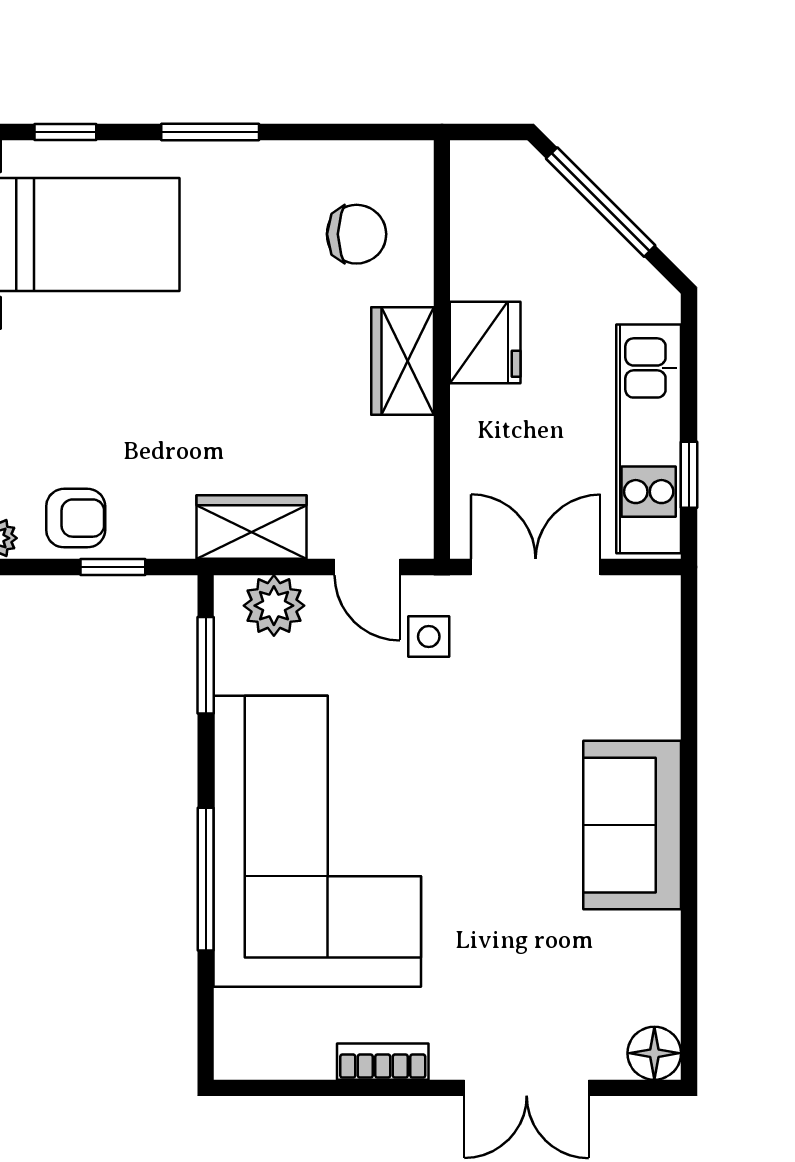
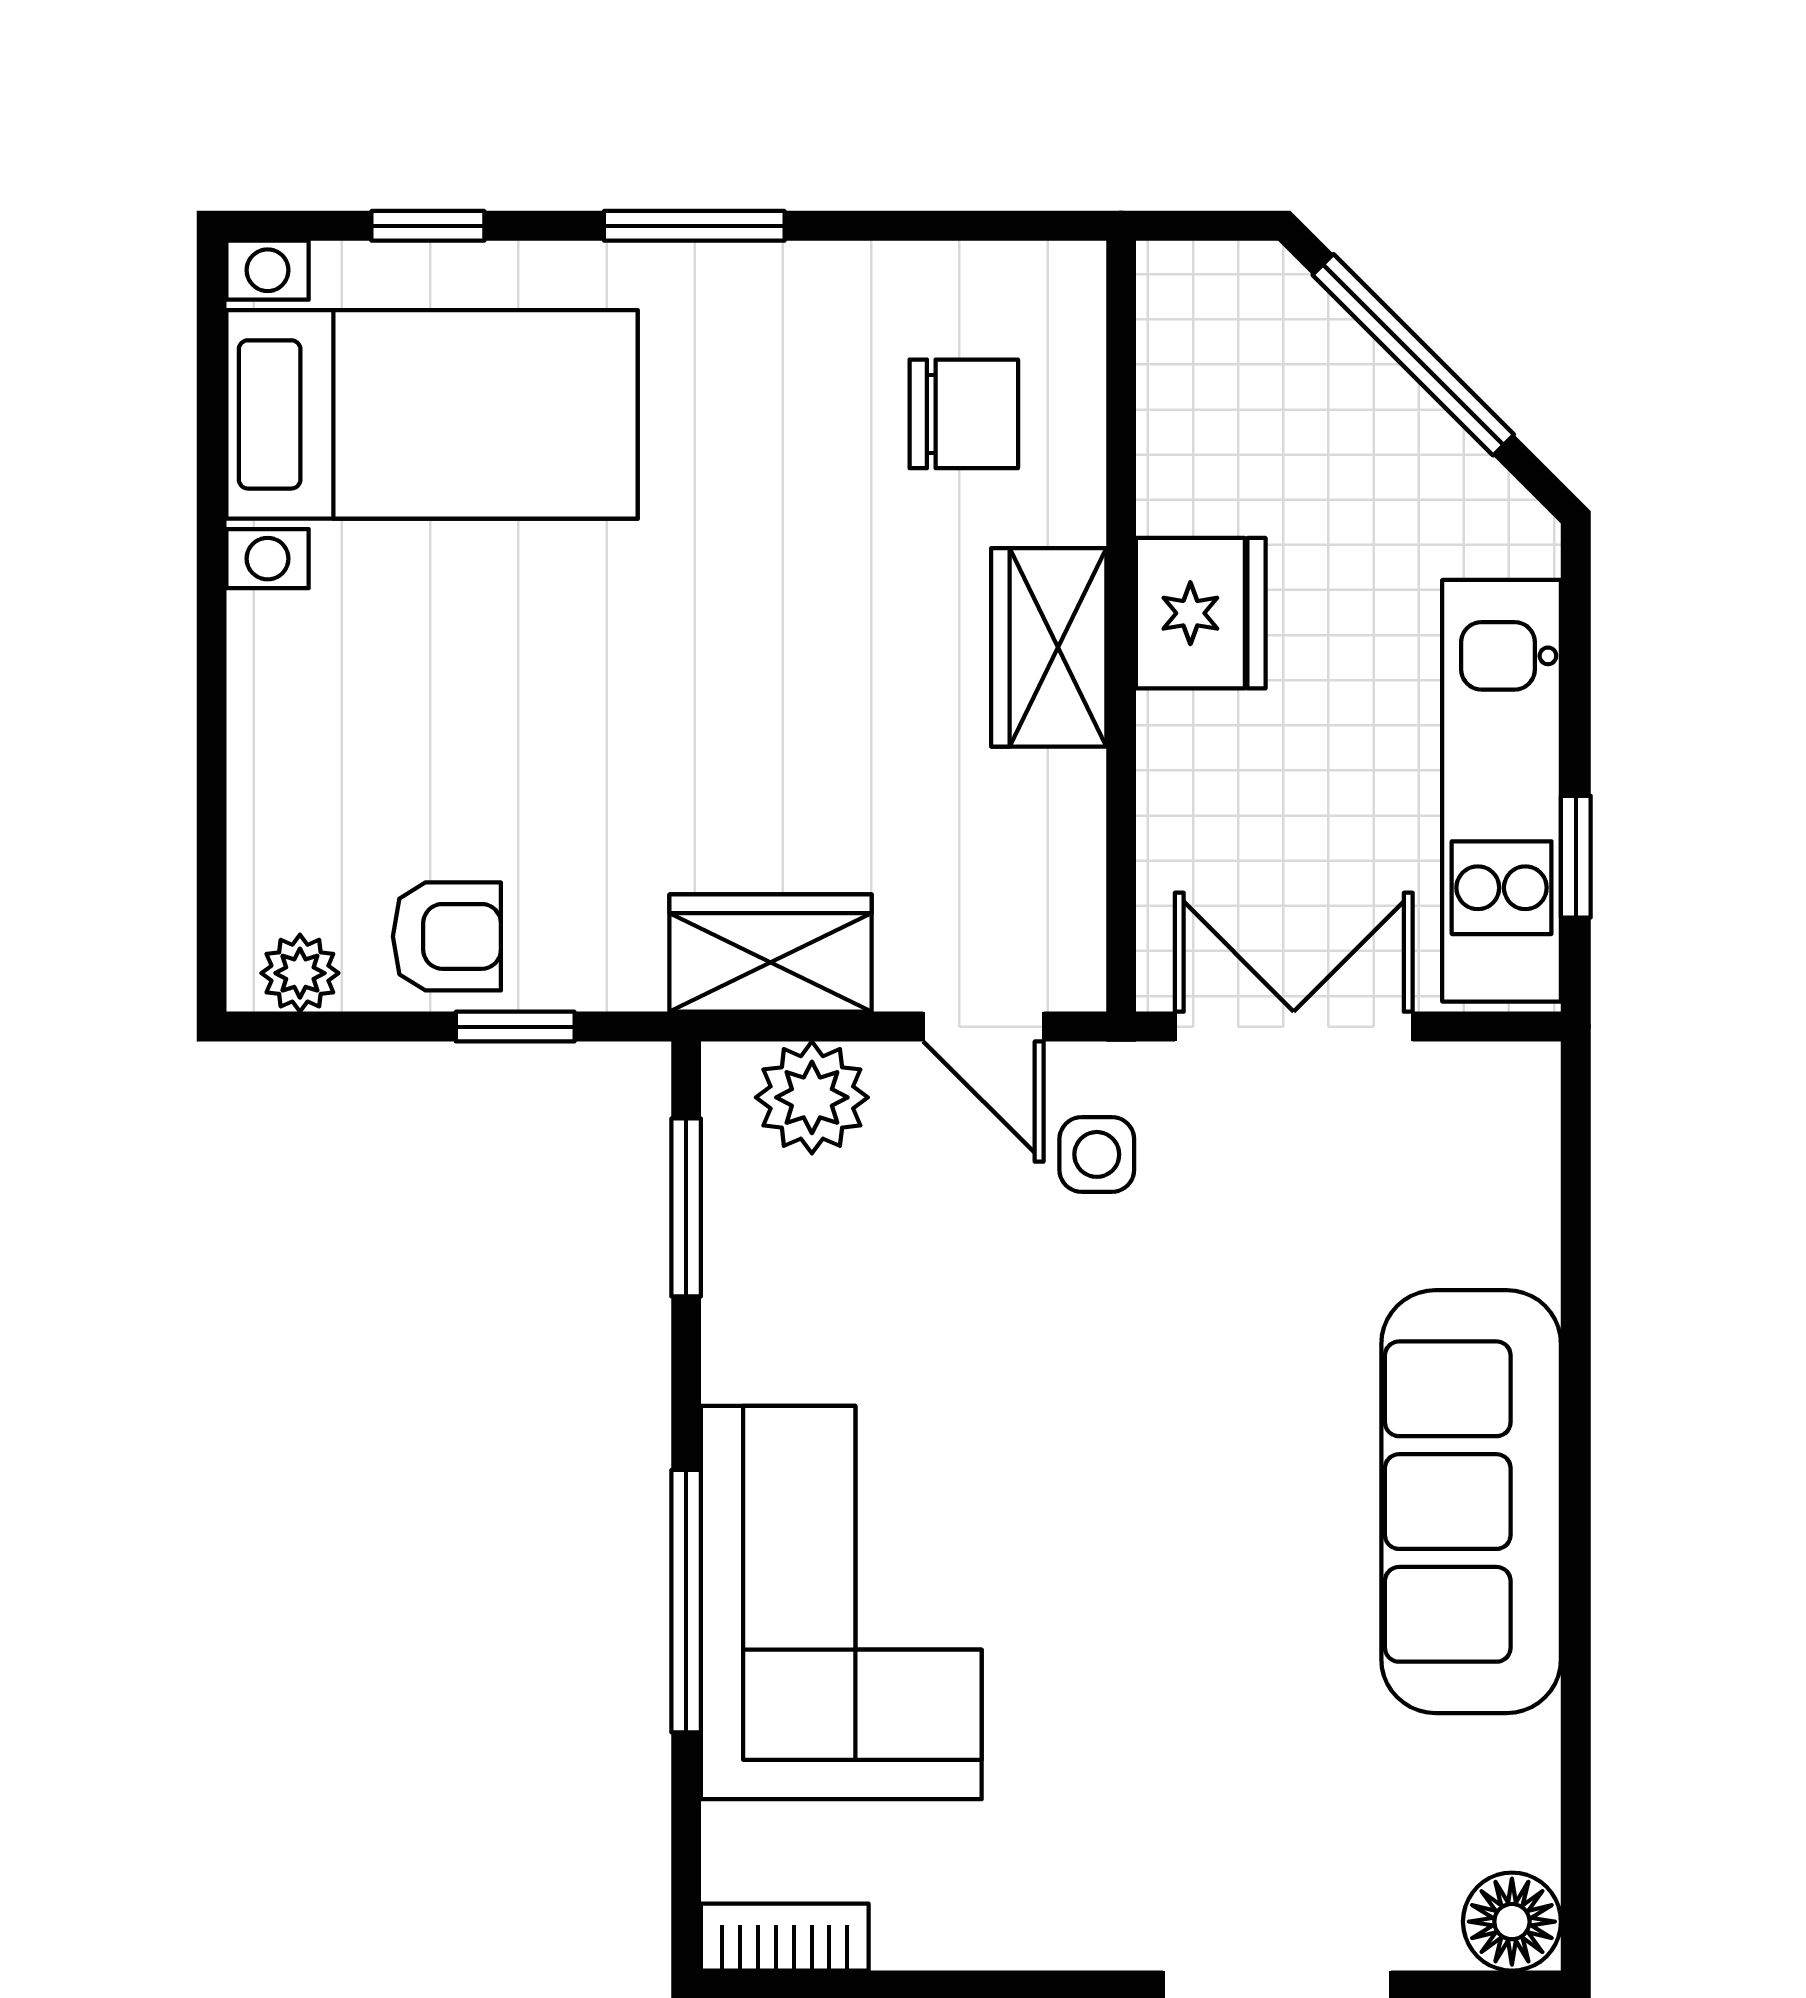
sofa: (632, 825) -> (1471, 1502), width x1.36
corner sofa: (317, 841) -> (841, 1602), width x0.73, depth x0.74
bookcase: (383, 1062) -> (785, 1937), moved

